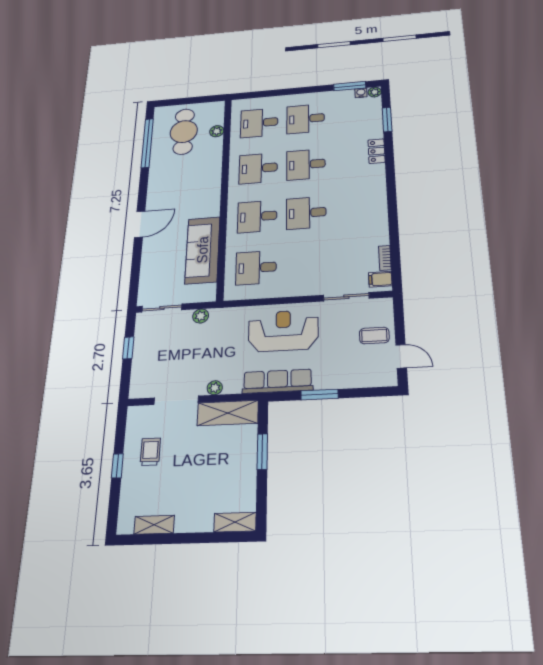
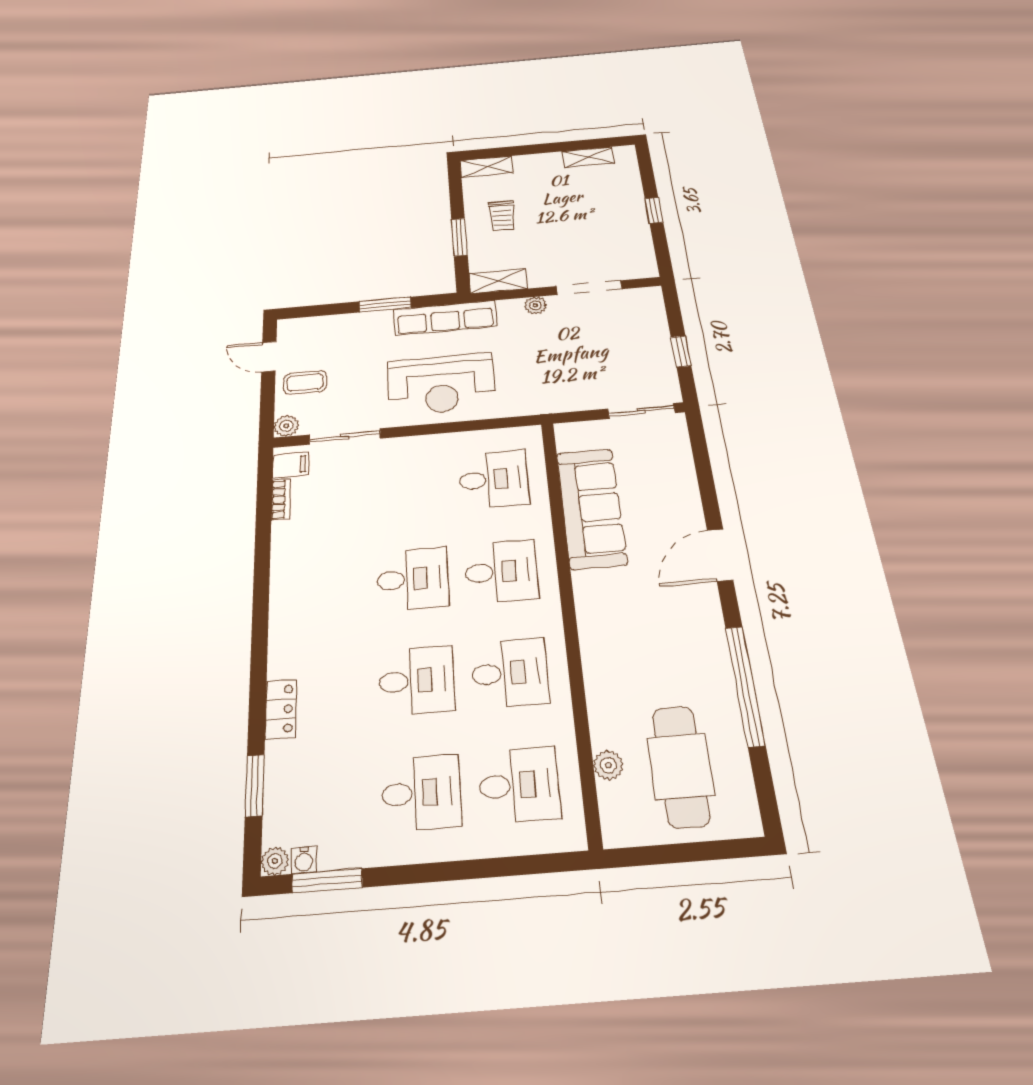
window: (147, 143) -> (745, 685), moved
plant: (201, 316) -> (286, 426), moved
shelving: (228, 413) -> (498, 281), width x0.67, depth x0.75
trolley: (150, 452) -> (502, 216), moved

